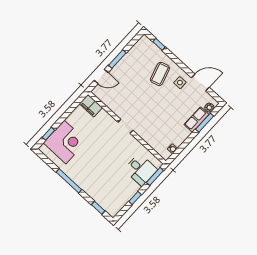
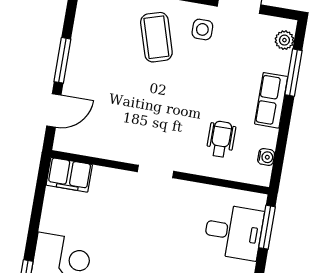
row of seats: (196, 120) -> (271, 100), moved
wheelchair: (159, 130) -> (221, 139), added

